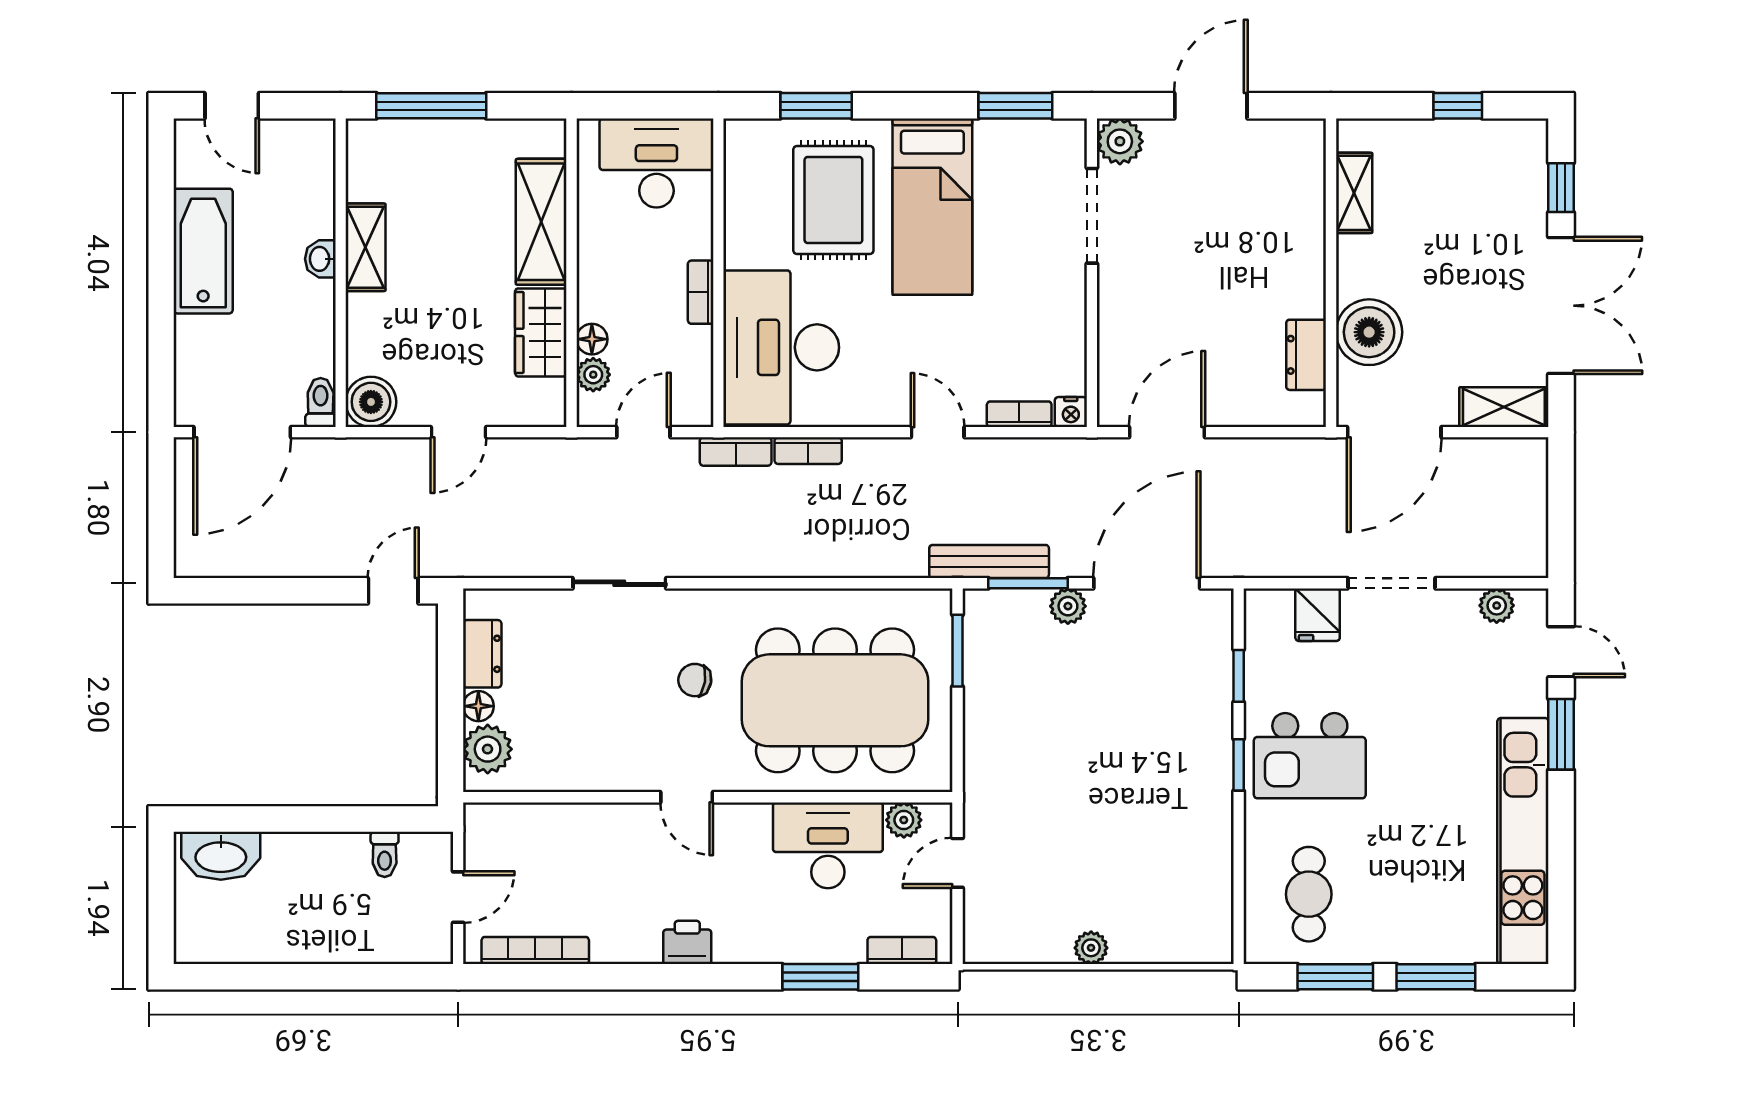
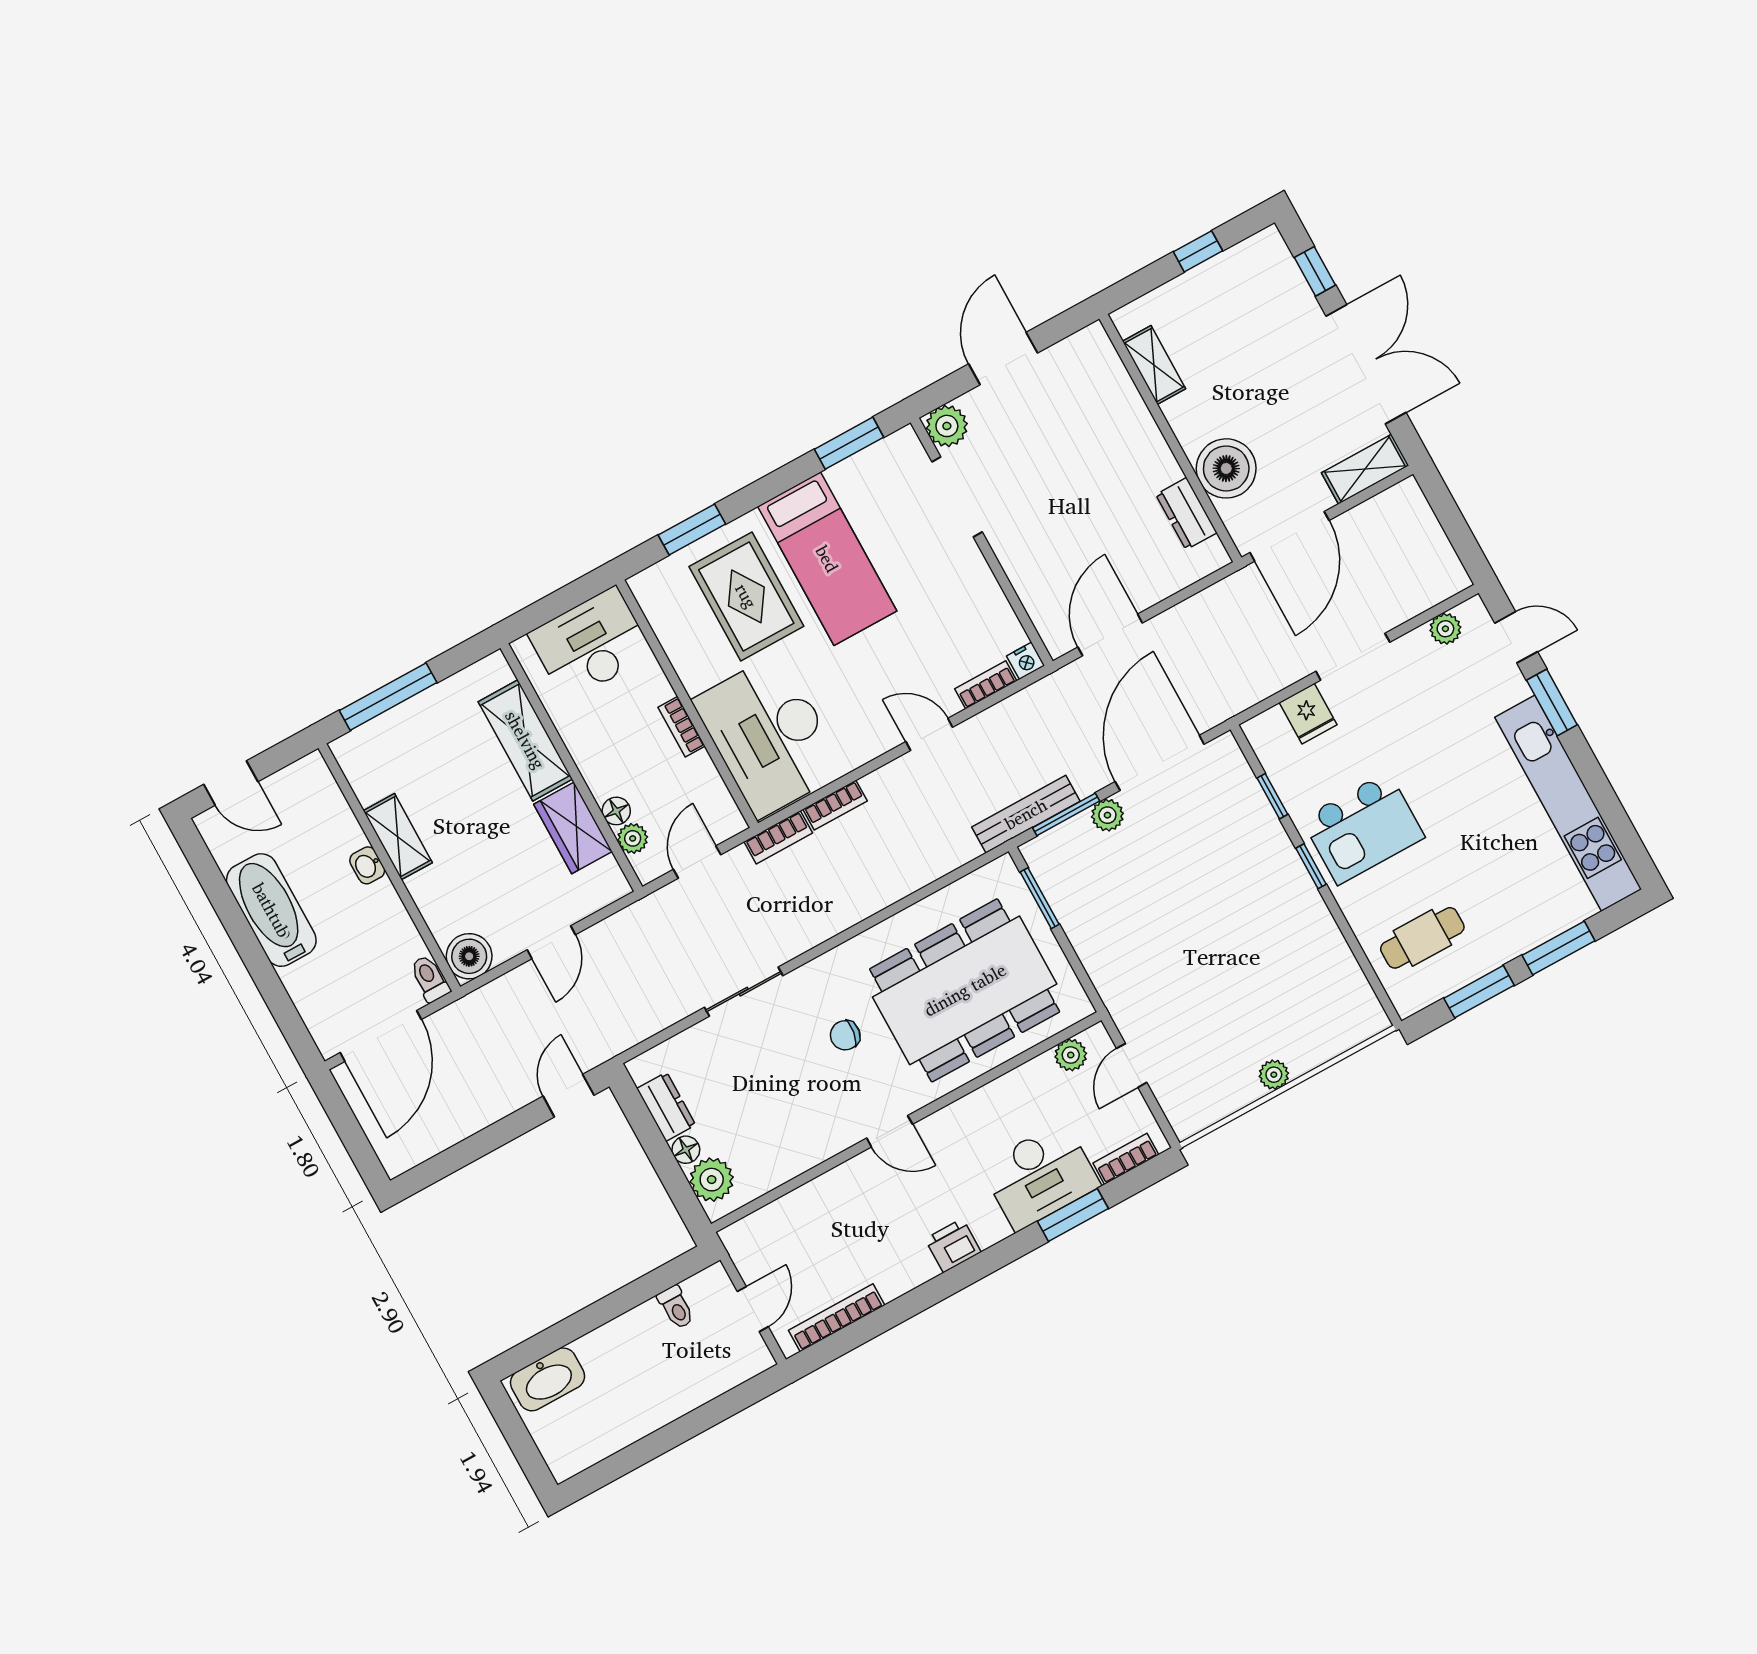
desk: (828, 845) -> (1040, 1176), moved, turned 180
cafe table: (1309, 894) -> (1422, 938), turned 90

